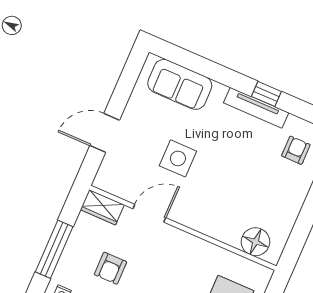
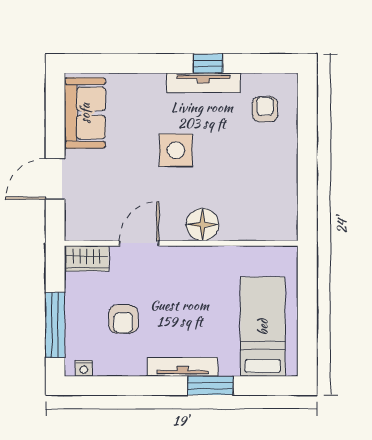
sofa: (180, 84) -> (85, 113), moved, turned -90
side table: (178, 158) -> (176, 150), moved
floor lamp: (255, 242) -> (202, 225), moved

